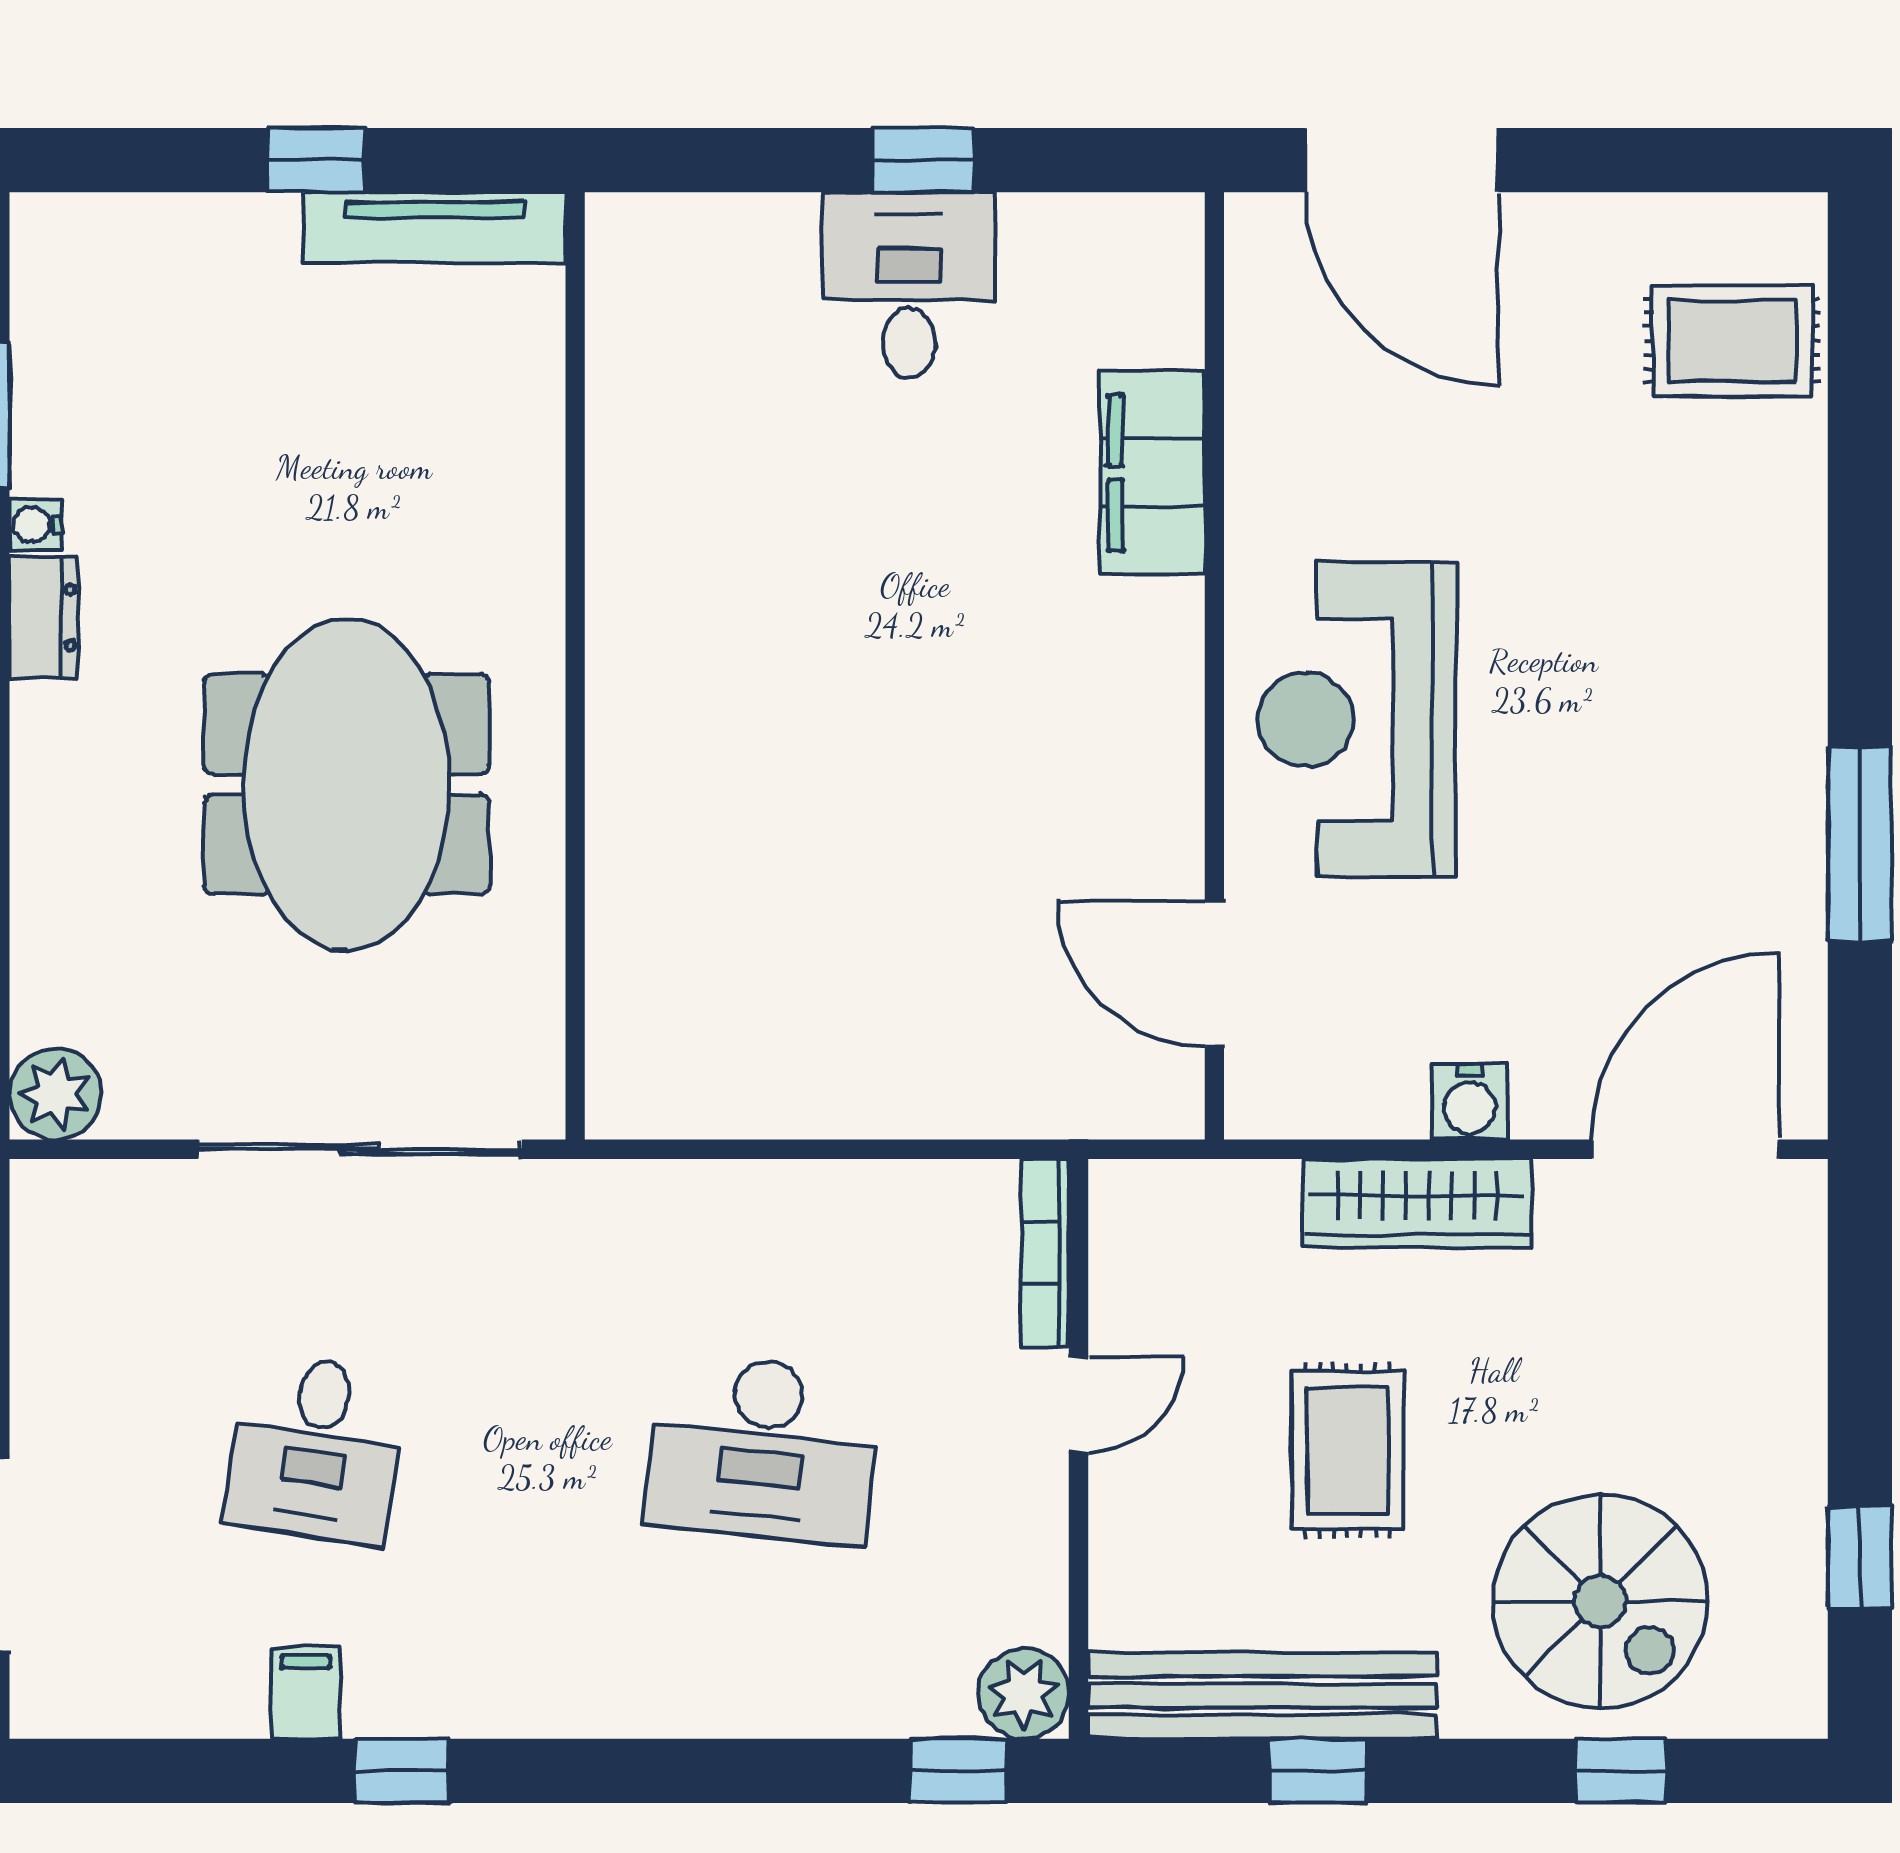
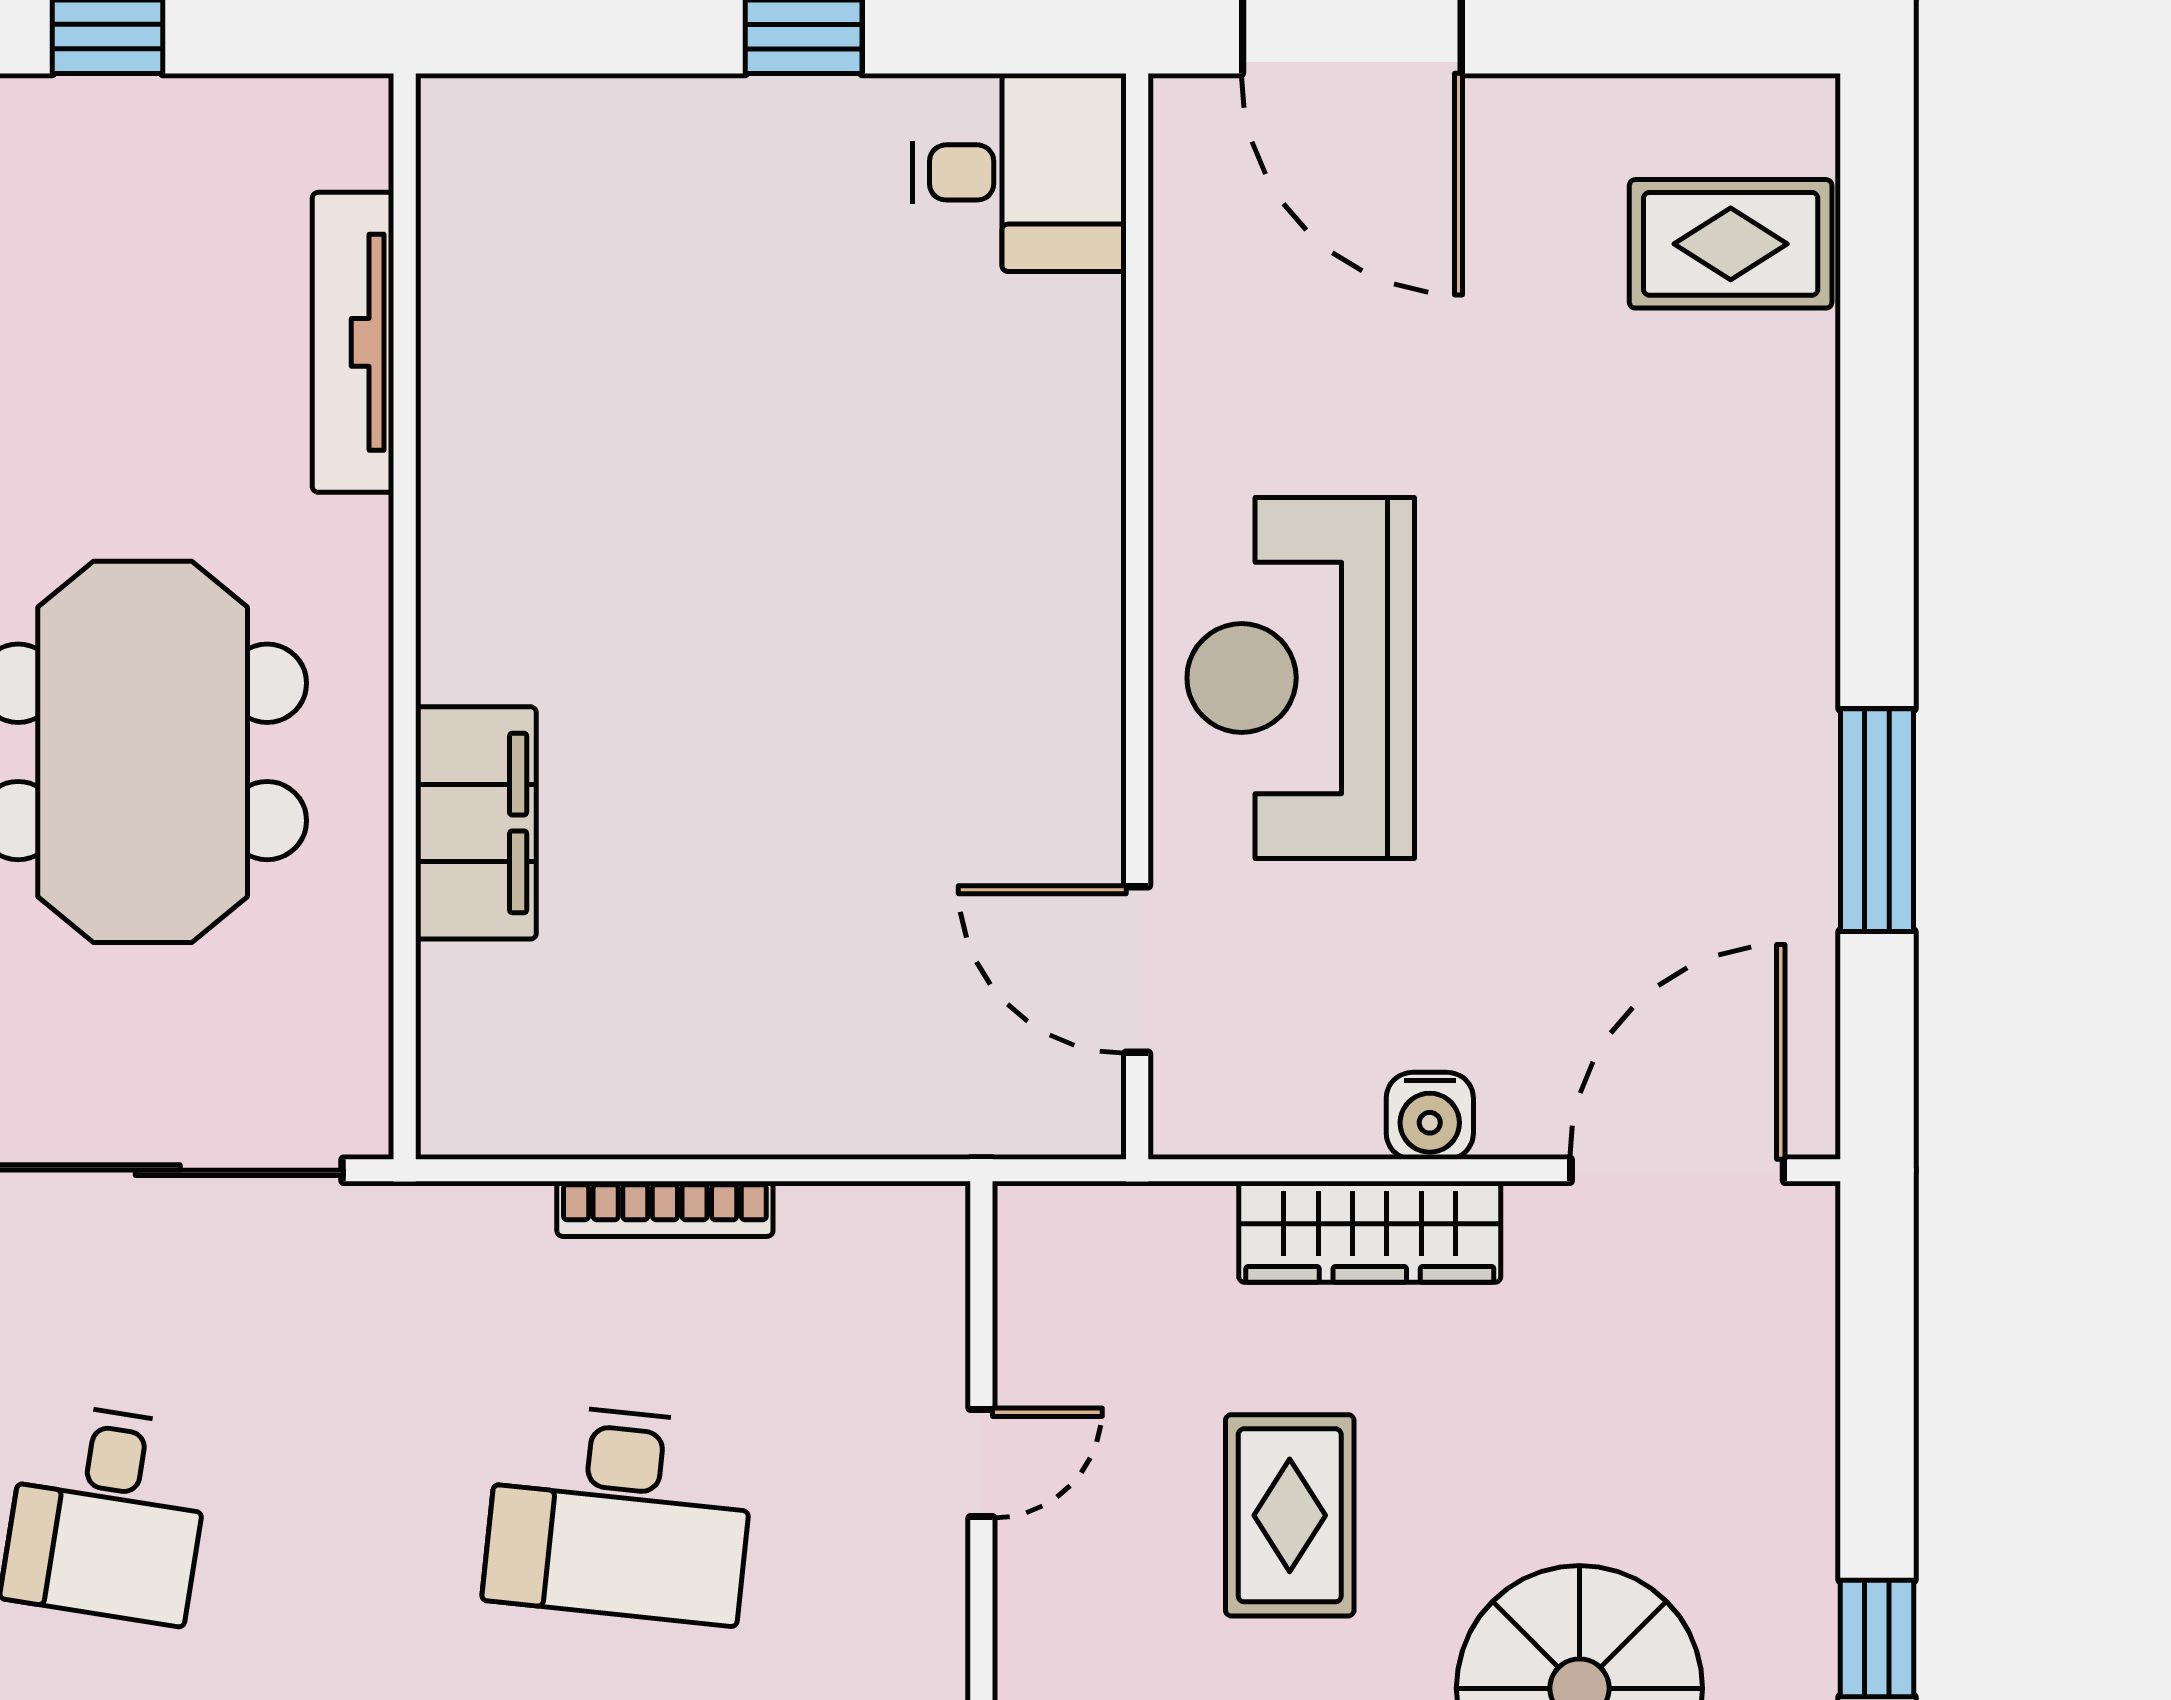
tv unit: (435, 227) -> (353, 342), moved, turned 90
desk: (909, 285) -> (1019, 172), moved, turned 90
filing cabinet: (1152, 473) -> (476, 823), moved, turned 180
bookcase: (1045, 1253) -> (665, 1209), moved, turned -90

